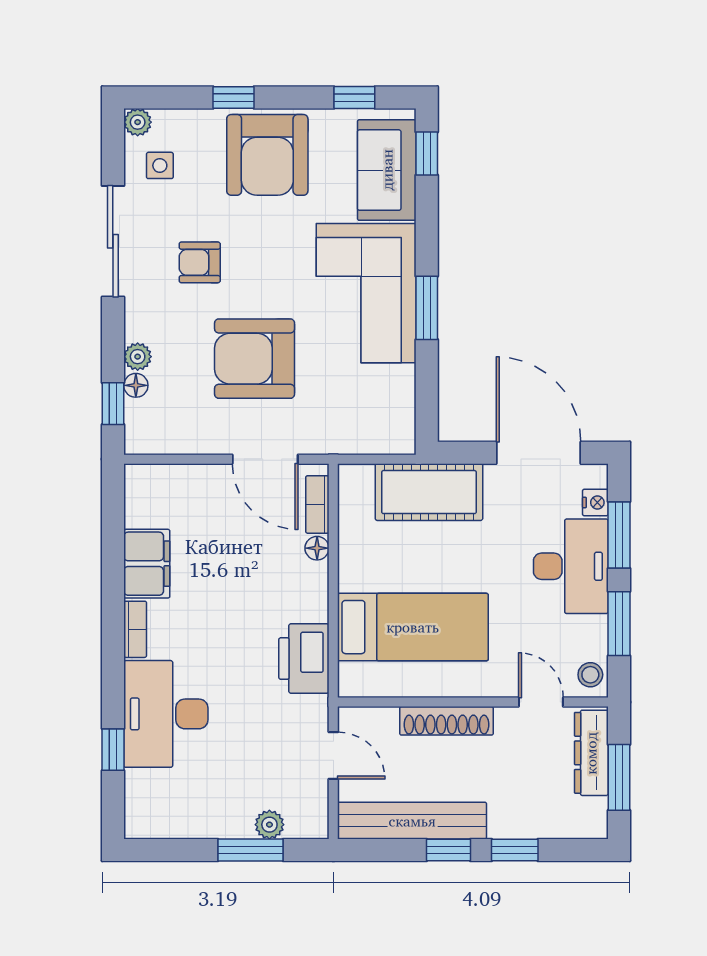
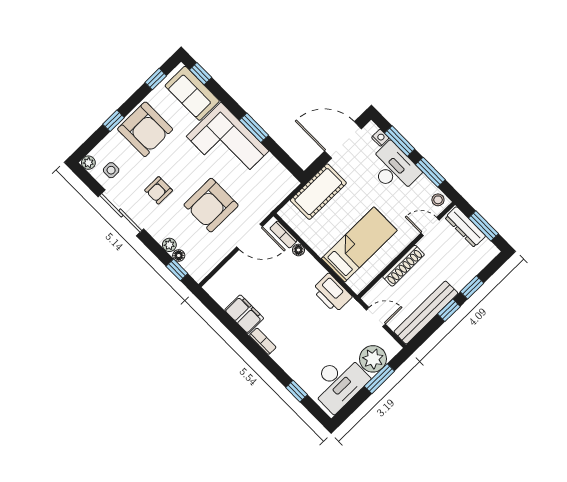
desk: (166, 714) -> (339, 382), moved, turned -90
plant: (269, 825) -> (373, 359), width x1.88, depth x1.88

